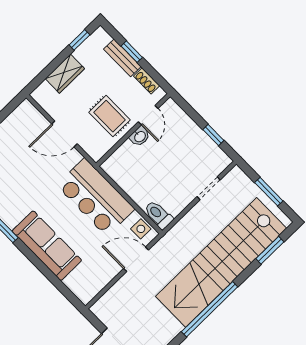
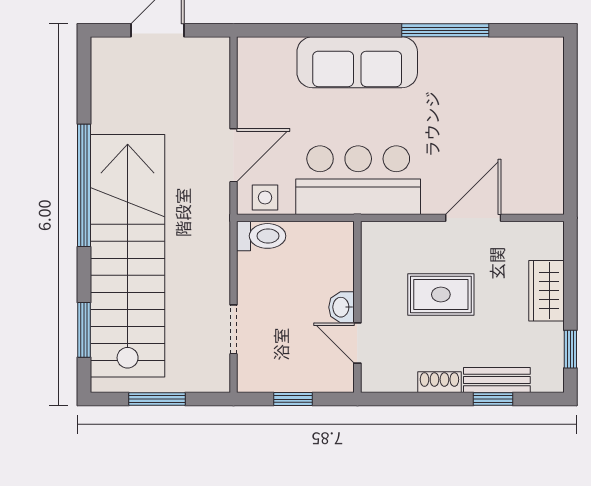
door: (148, 115) -> (357, 343), moved
wall: (133, 130) -> (357, 307), moved
washbasin: (140, 136) -> (342, 307), moved

